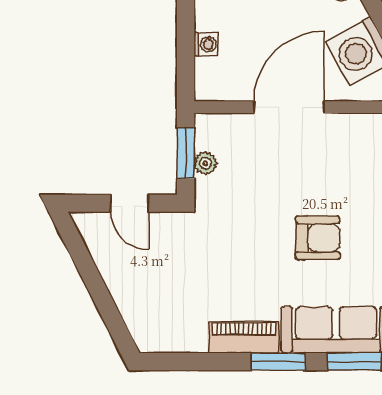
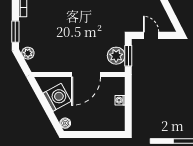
plant: (205, 163) -> (116, 56), width x1.87, depth x1.87
armchair: (318, 238) -> (74, 21), removed

